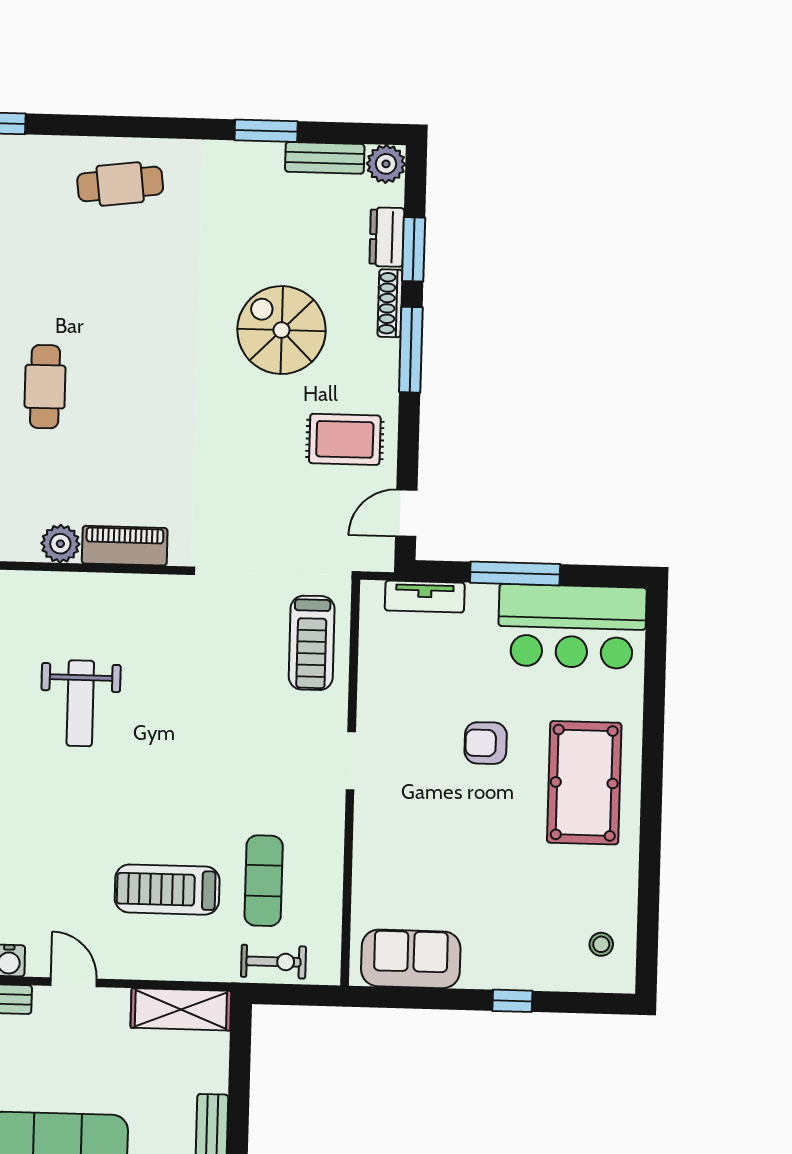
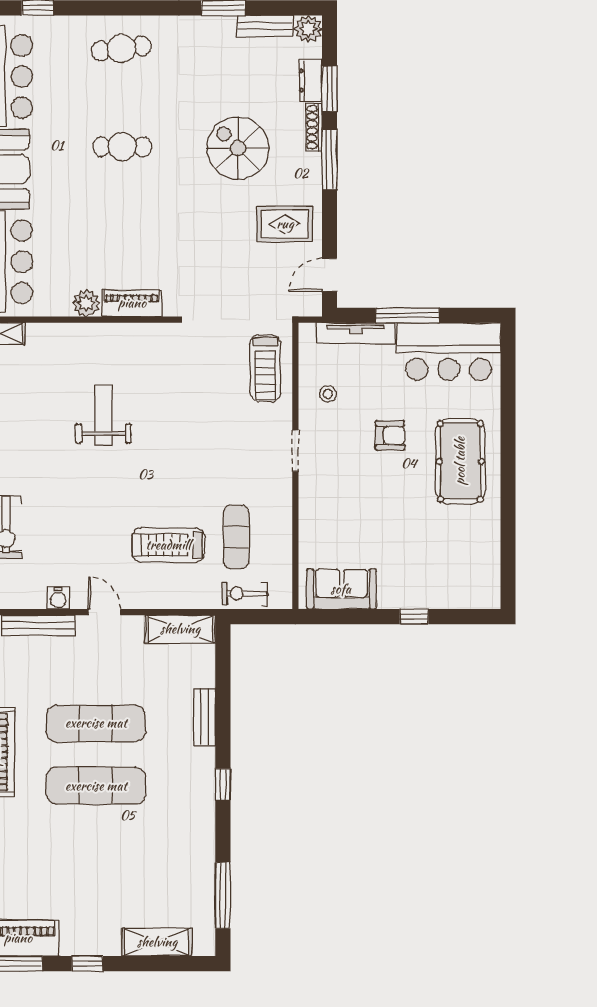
cafe table: (45, 387) -> (122, 147), moved, turned 90
tv unit: (425, 597) -> (356, 333), width x1.41
weight bench: (80, 703) -> (103, 415), turned 180
armchair: (486, 743) -> (390, 435), turned 180
stool: (601, 944) -> (328, 394), moved
exercise bike: (273, 962) -> (245, 594), turned 180

